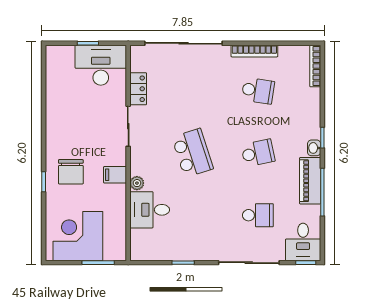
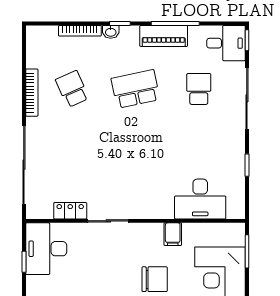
bookcase: (315, 66) -> (80, 31), moved
school desk: (258, 91) -> (72, 89), turned -33
washbasin: (314, 148) -> (111, 32), moved
school desk: (193, 153) -> (135, 155), removed
school desk: (258, 153) -> (135, 89), width x1.85
filing cabinet: (115, 175) -> (173, 234), moved
plant: (137, 183) -> (166, 212), removed
desk: (150, 210) -> (200, 199), width x1.37

